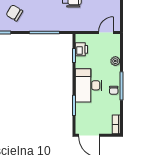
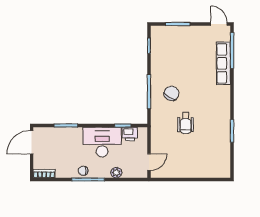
chair: (14, 13) -> (172, 93), moved
door: (106, 33) -> (149, 162), hinge flipped
desk: (89, 85) -> (102, 142), moved

